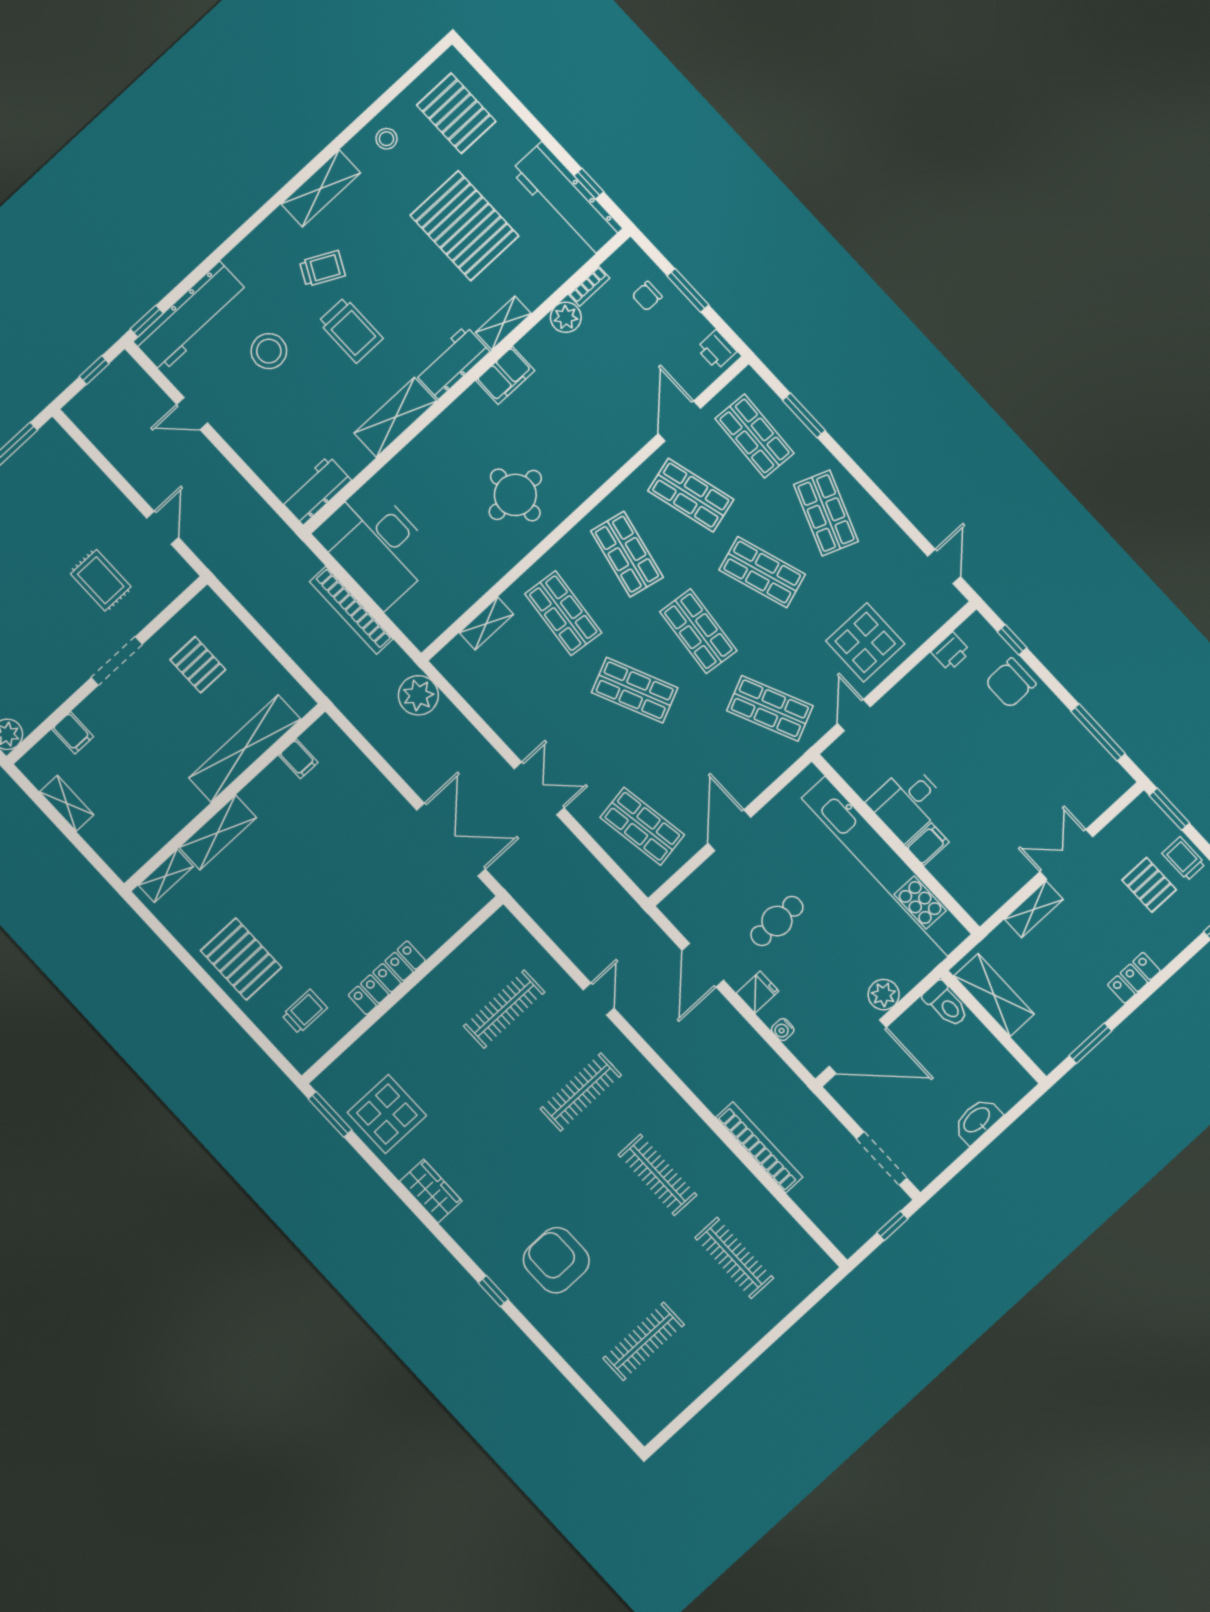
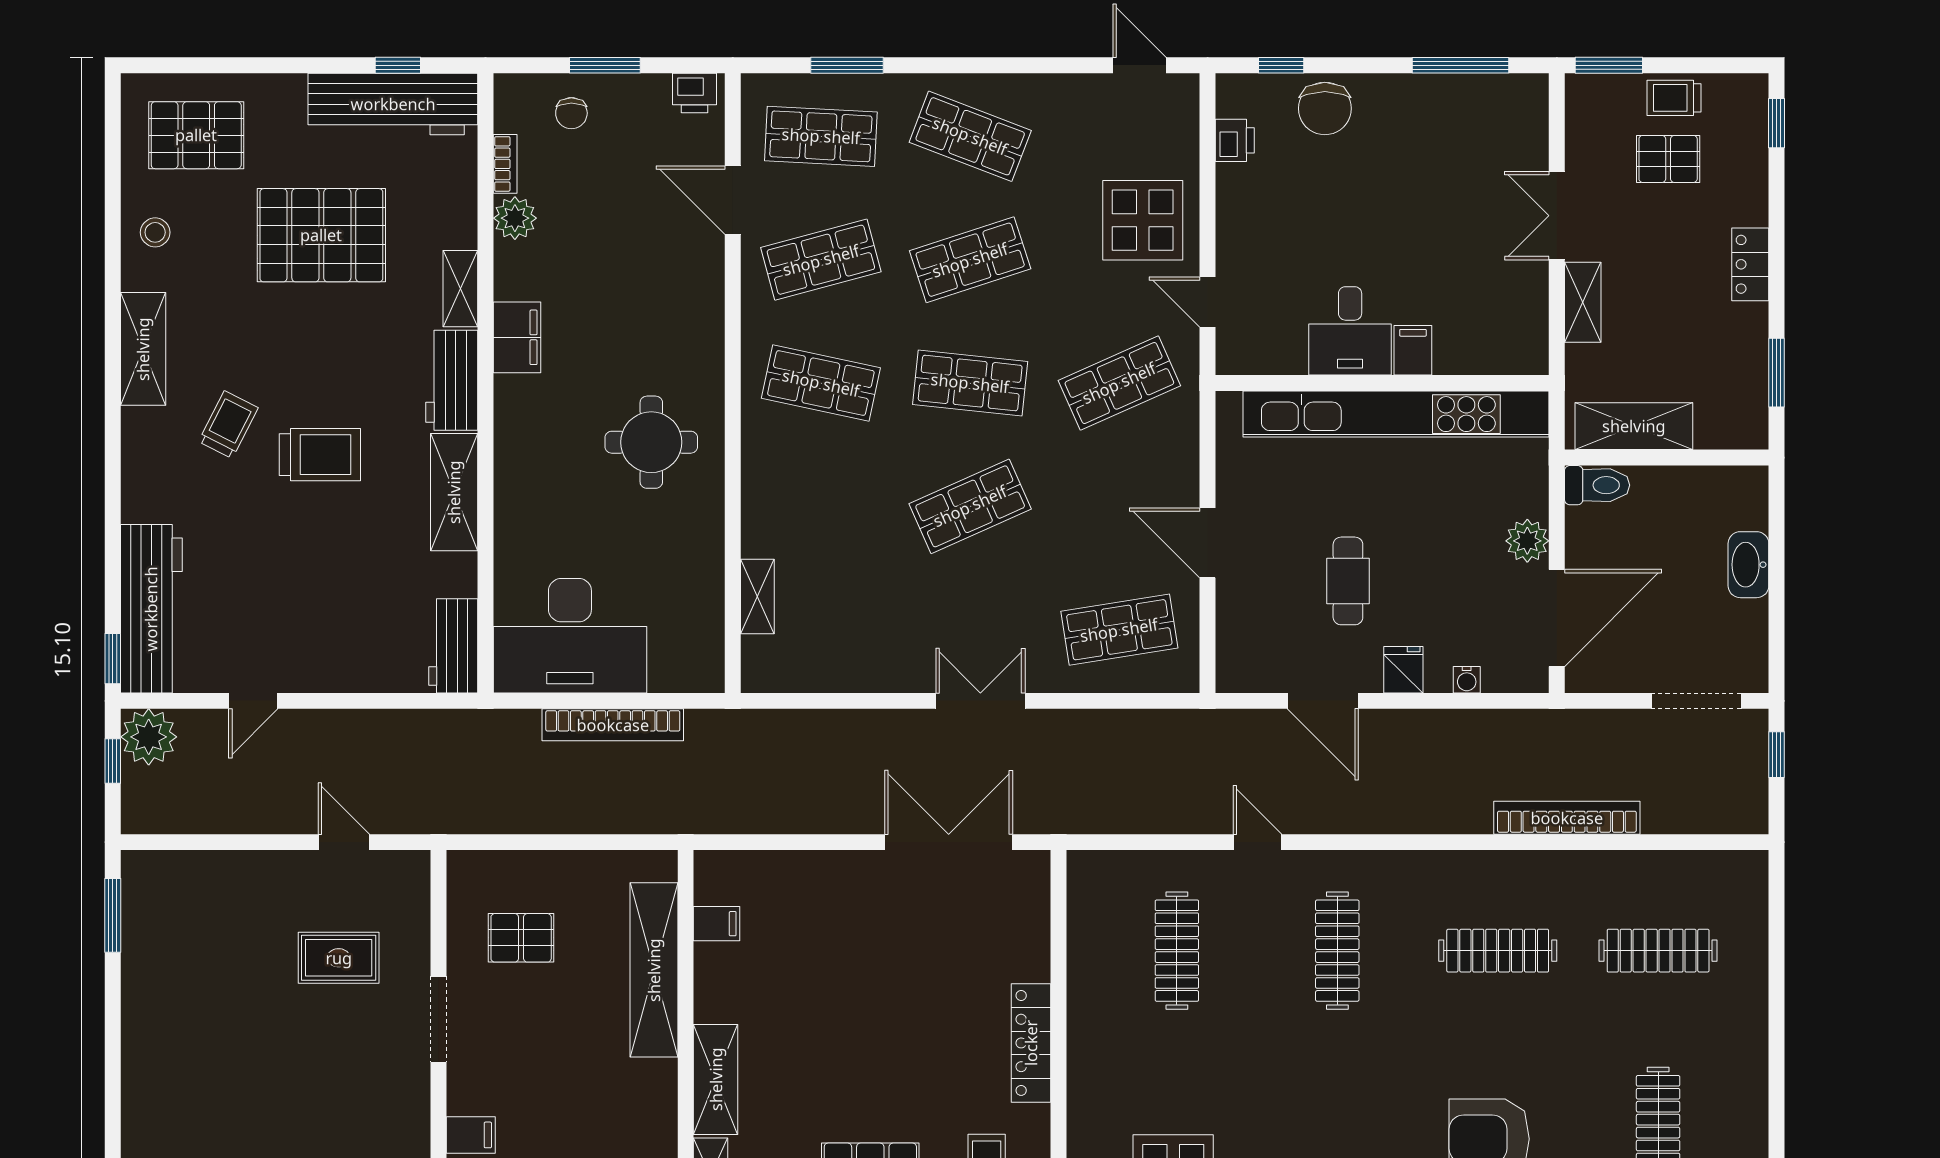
stool: (269, 351) -> (263, 560), removed
shop shelf: (563, 613) -> (821, 506), removed
plant: (418, 695) -> (149, 737), moved

